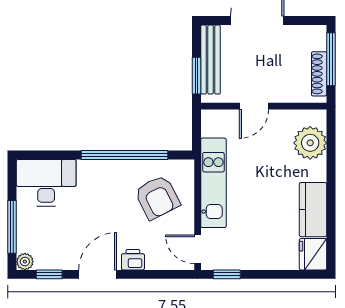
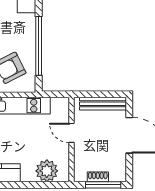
shoe rack: (319, 74) -> (98, 177), width x0.70
window: (196, 76) -> (92, 94), removed

